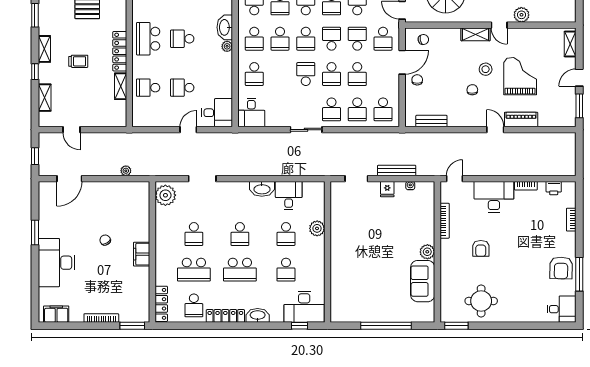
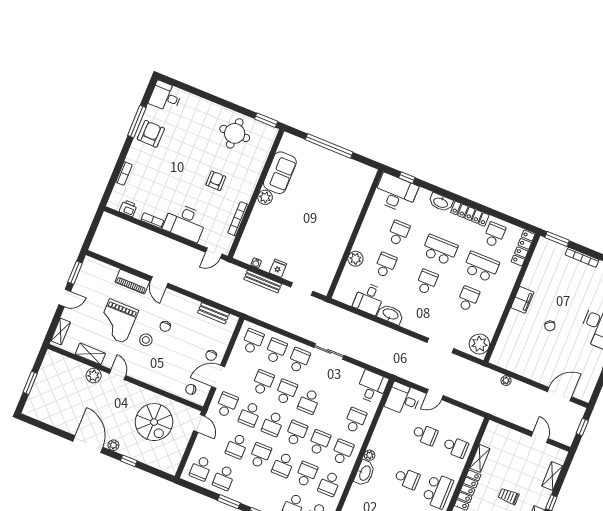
shelving: (475, 34) -> (90, 354), moved

